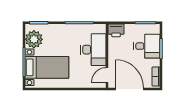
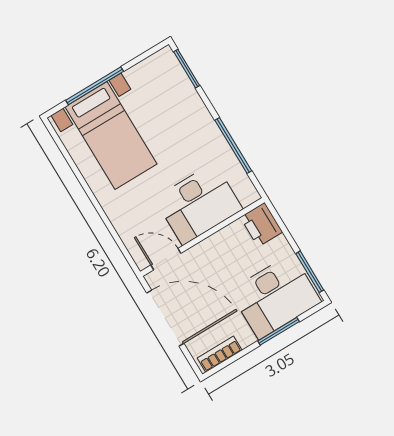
plant: (34, 39) -> (150, 78), removed
desk: (147, 46) -> (275, 296), width x1.37
door: (130, 89) -> (165, 318), hinge flipped

